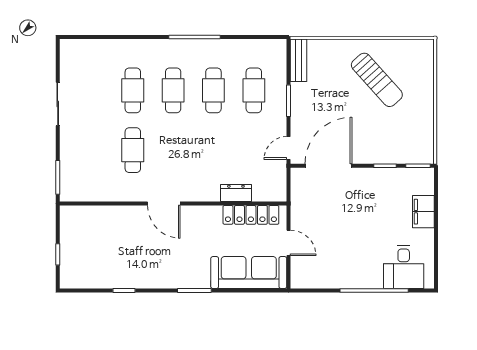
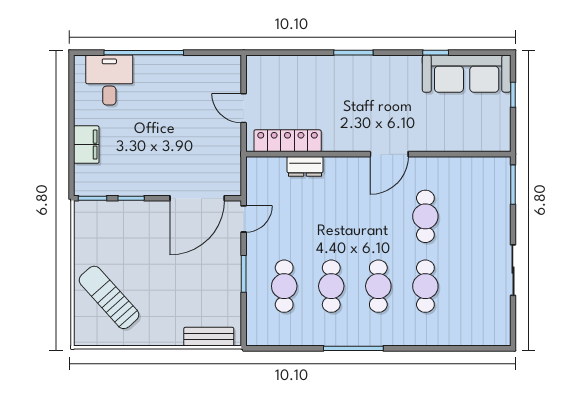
bench: (299, 60) -> (209, 337), moved, turned 90
sun lounger: (377, 80) -> (109, 297), moved
door: (164, 203) -> (389, 154), swing flipped
sofa: (249, 273) -> (467, 74), moved

